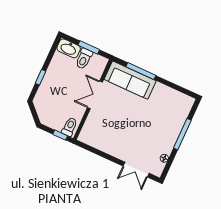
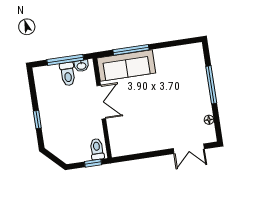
window: (89, 47) -> (65, 60), width x1.44
washbasin: (69, 48) -> (81, 66), moved, width x0.52, depth x0.69
double door: (95, 95) -> (101, 102), swing flipped

